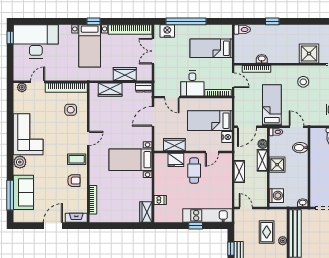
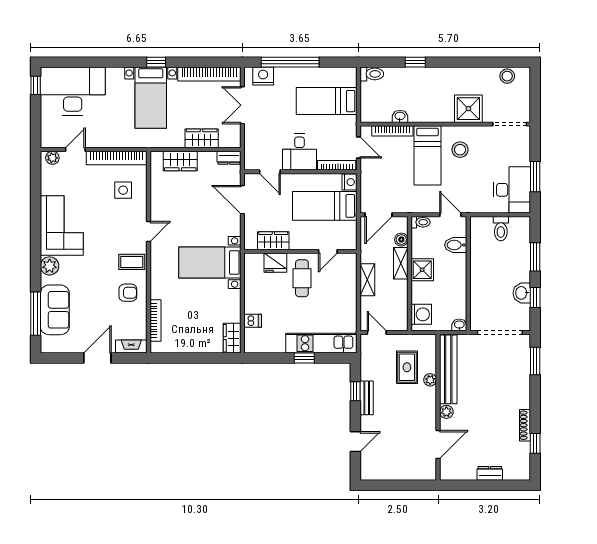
bed: (272, 105) -> (427, 155), moved, turned 180
door: (153, 116) -> (242, 200), hinge flipped
nightstand: (227, 137) -> (349, 182), moved

